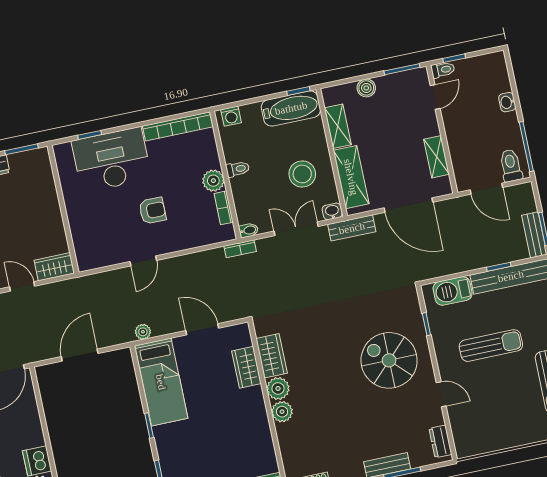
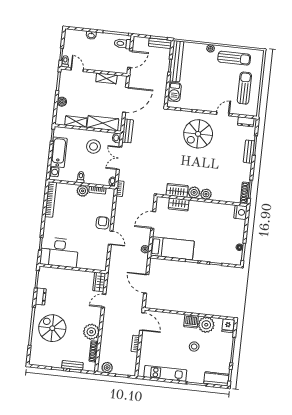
bathtub: (291, 108) -> (59, 152), moved
desk: (111, 160) -> (59, 252), moved, turned -90
armchair: (152, 211) -> (102, 223), moved
sun lounger: (491, 346) -> (244, 88), moved

